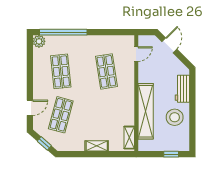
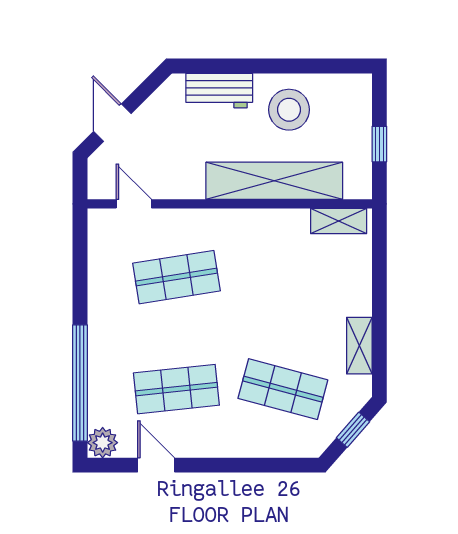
door: (169, 45) -> (112, 123), hinge flipped
door: (30, 108) -> (156, 465), moved
shelving: (97, 146) -> (359, 346), moved
window: (171, 154) -> (379, 144), moved

